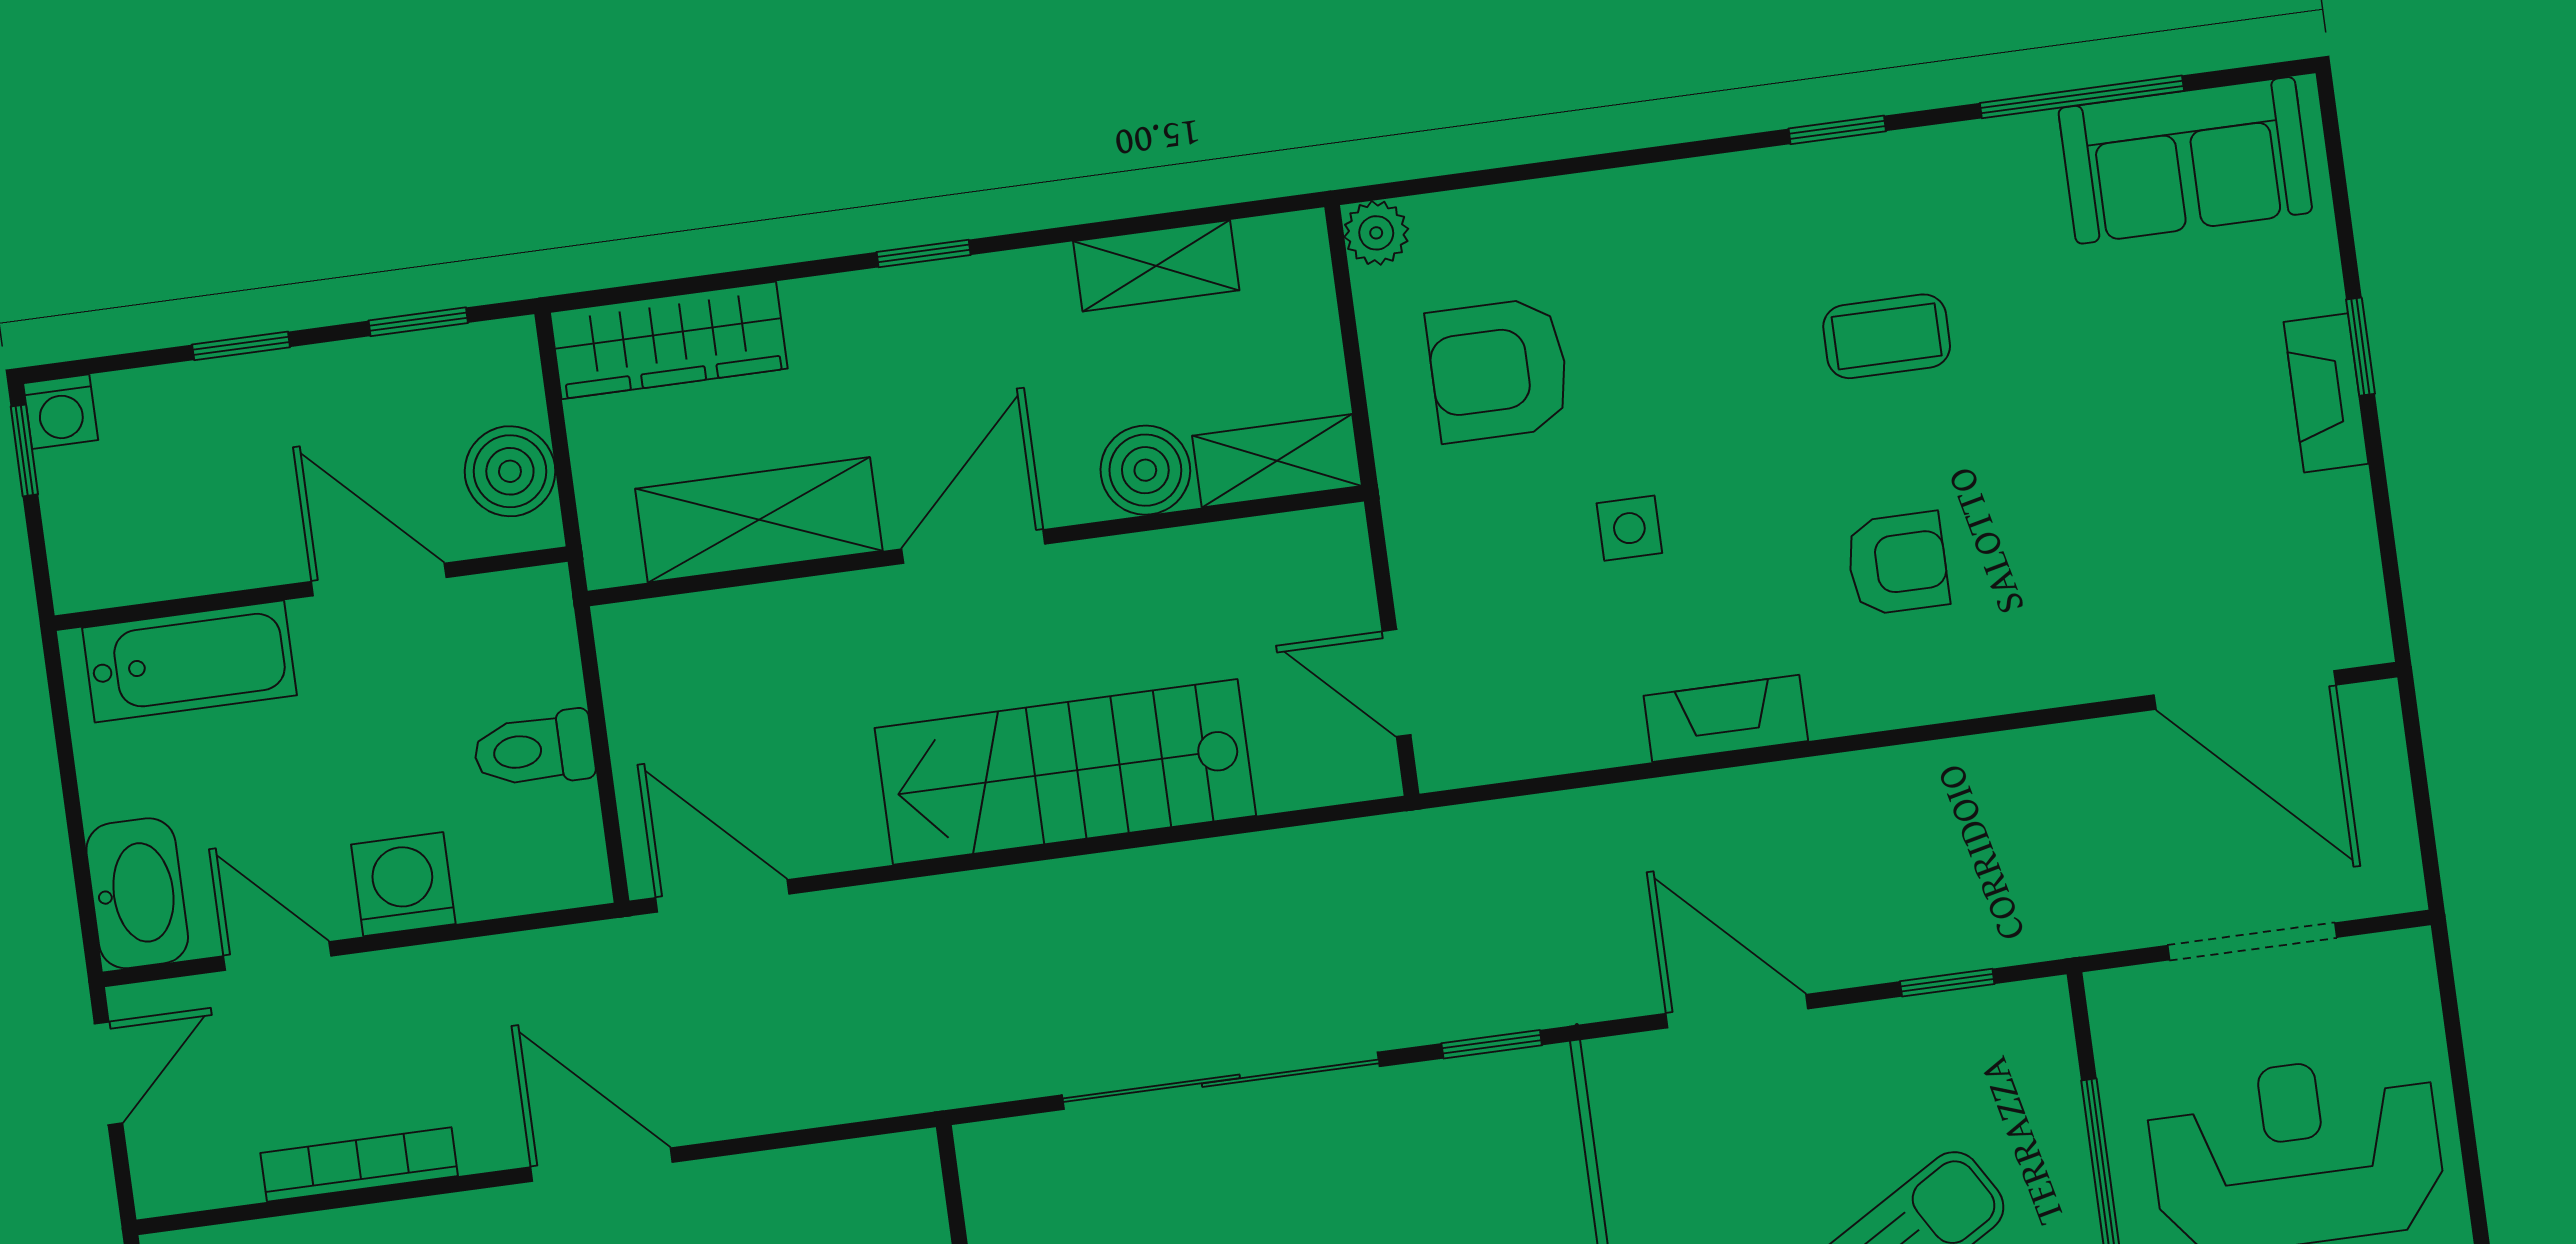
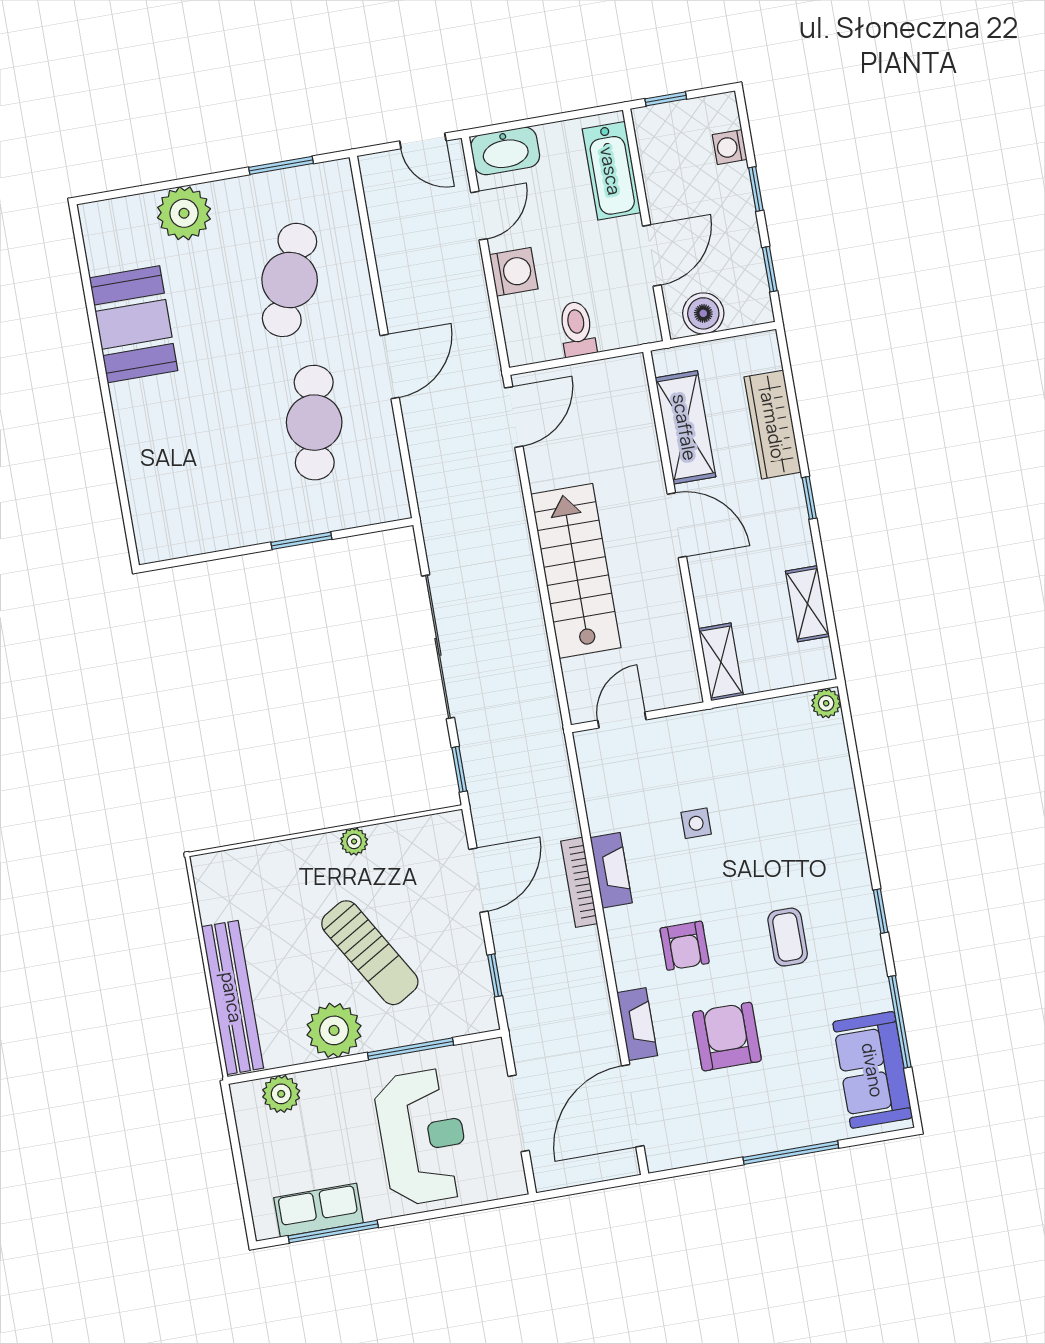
wardrobe: (669, 340) -> (773, 425), moved
window: (2360, 347) -> (791, 1153), width x2.17
armchair: (1499, 370) -> (727, 1037), moved
fireplace: (2326, 393) -> (637, 1024), moved, turned 90
washing machine: (61, 412) -> (730, 147), moved
window: (24, 450) -> (666, 99), moved
boiler: (1145, 470) -> (714, 602), removed
bookcase: (359, 1165) -> (579, 882), moved, turned 180

